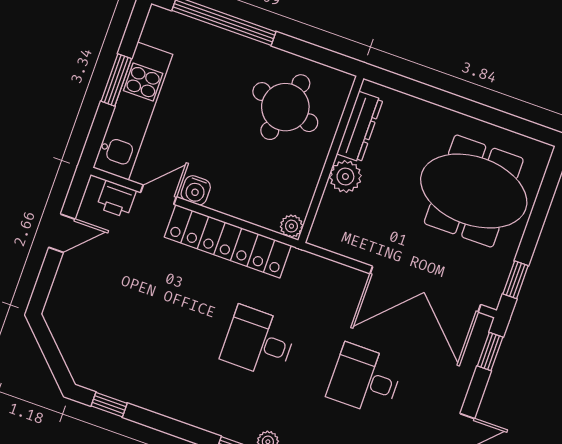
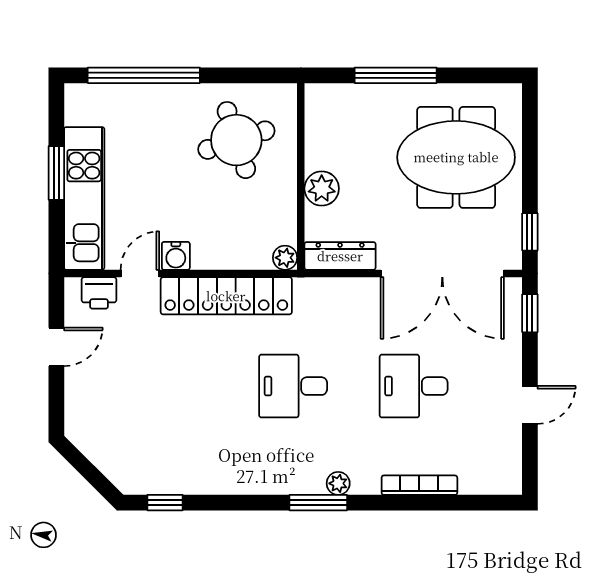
window: (446, 100) -> (396, 75), added
round table: (285, 107) -> (236, 140), turned -32
dresser: (360, 127) -> (340, 256), moved, turned -90

